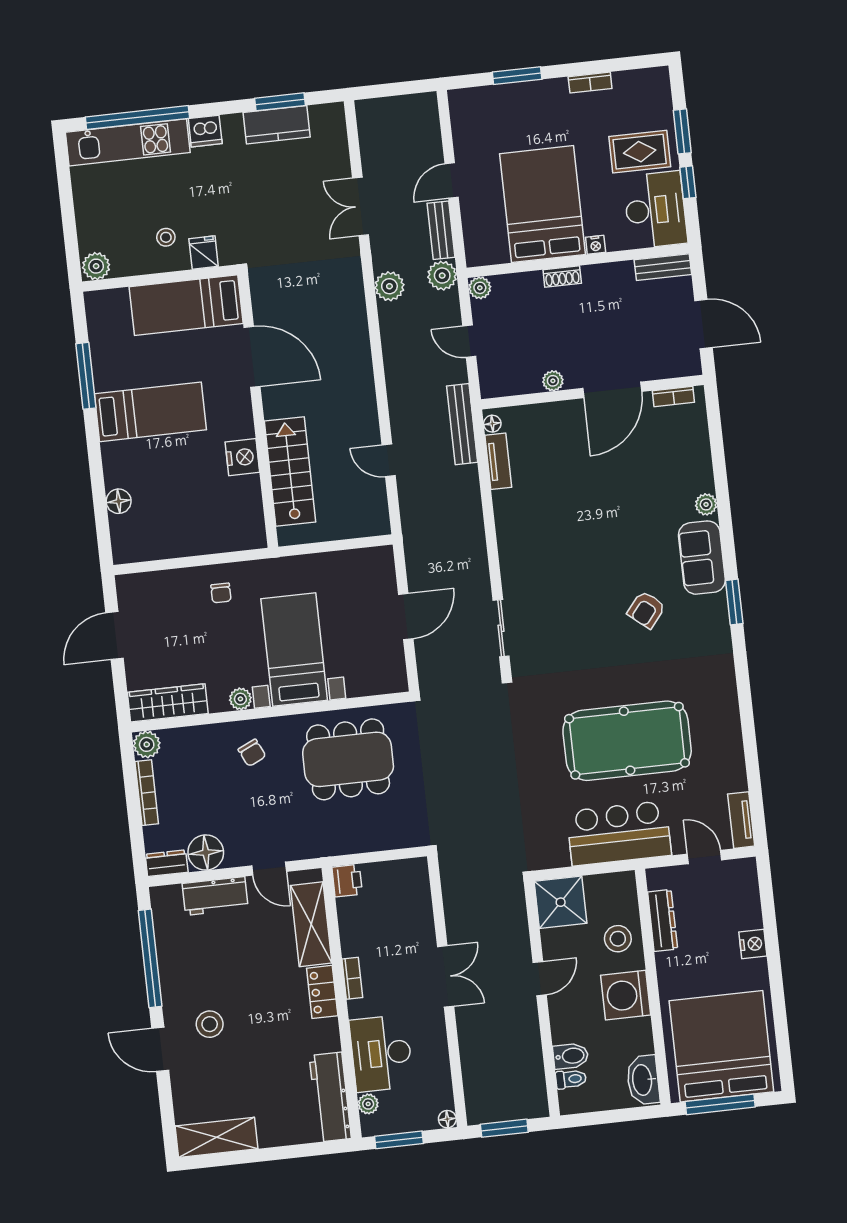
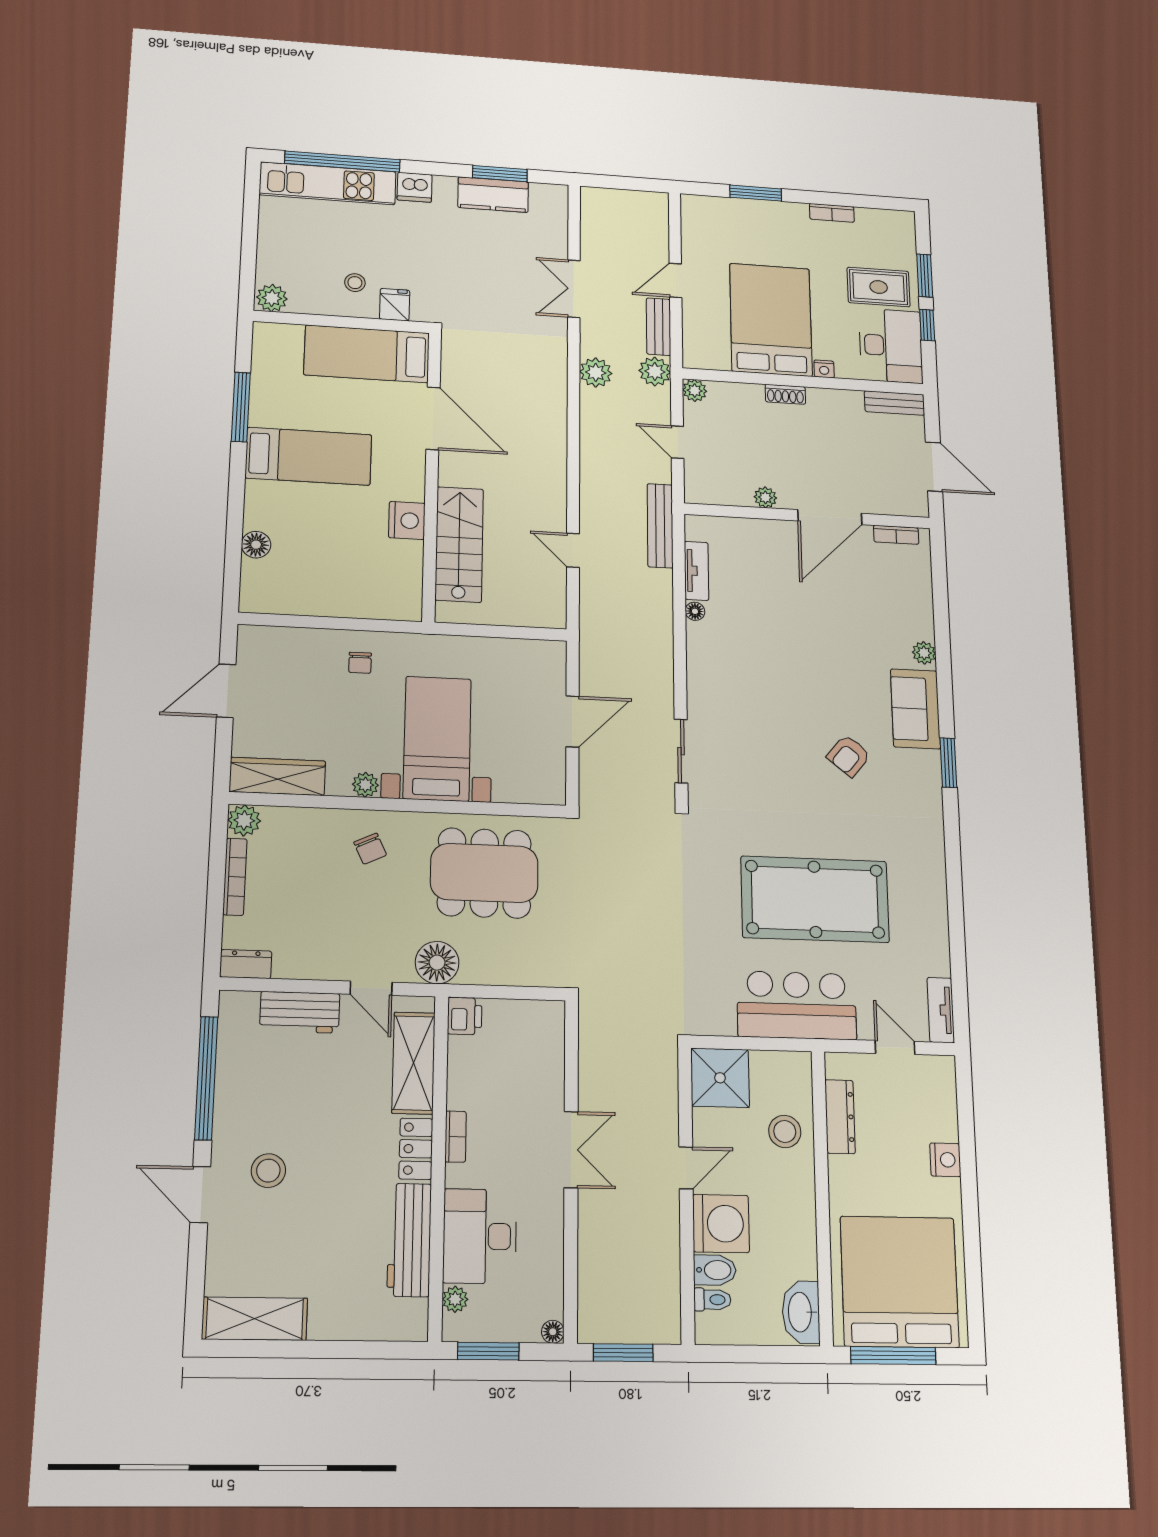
floor lamp: (492, 424) -> (695, 611), moved
floor lamp: (206, 853) -> (437, 963), moved
washing machine: (626, 995) -> (721, 1224), moved, turned 180
workbench: (330, 1097) -> (409, 1240), moved

